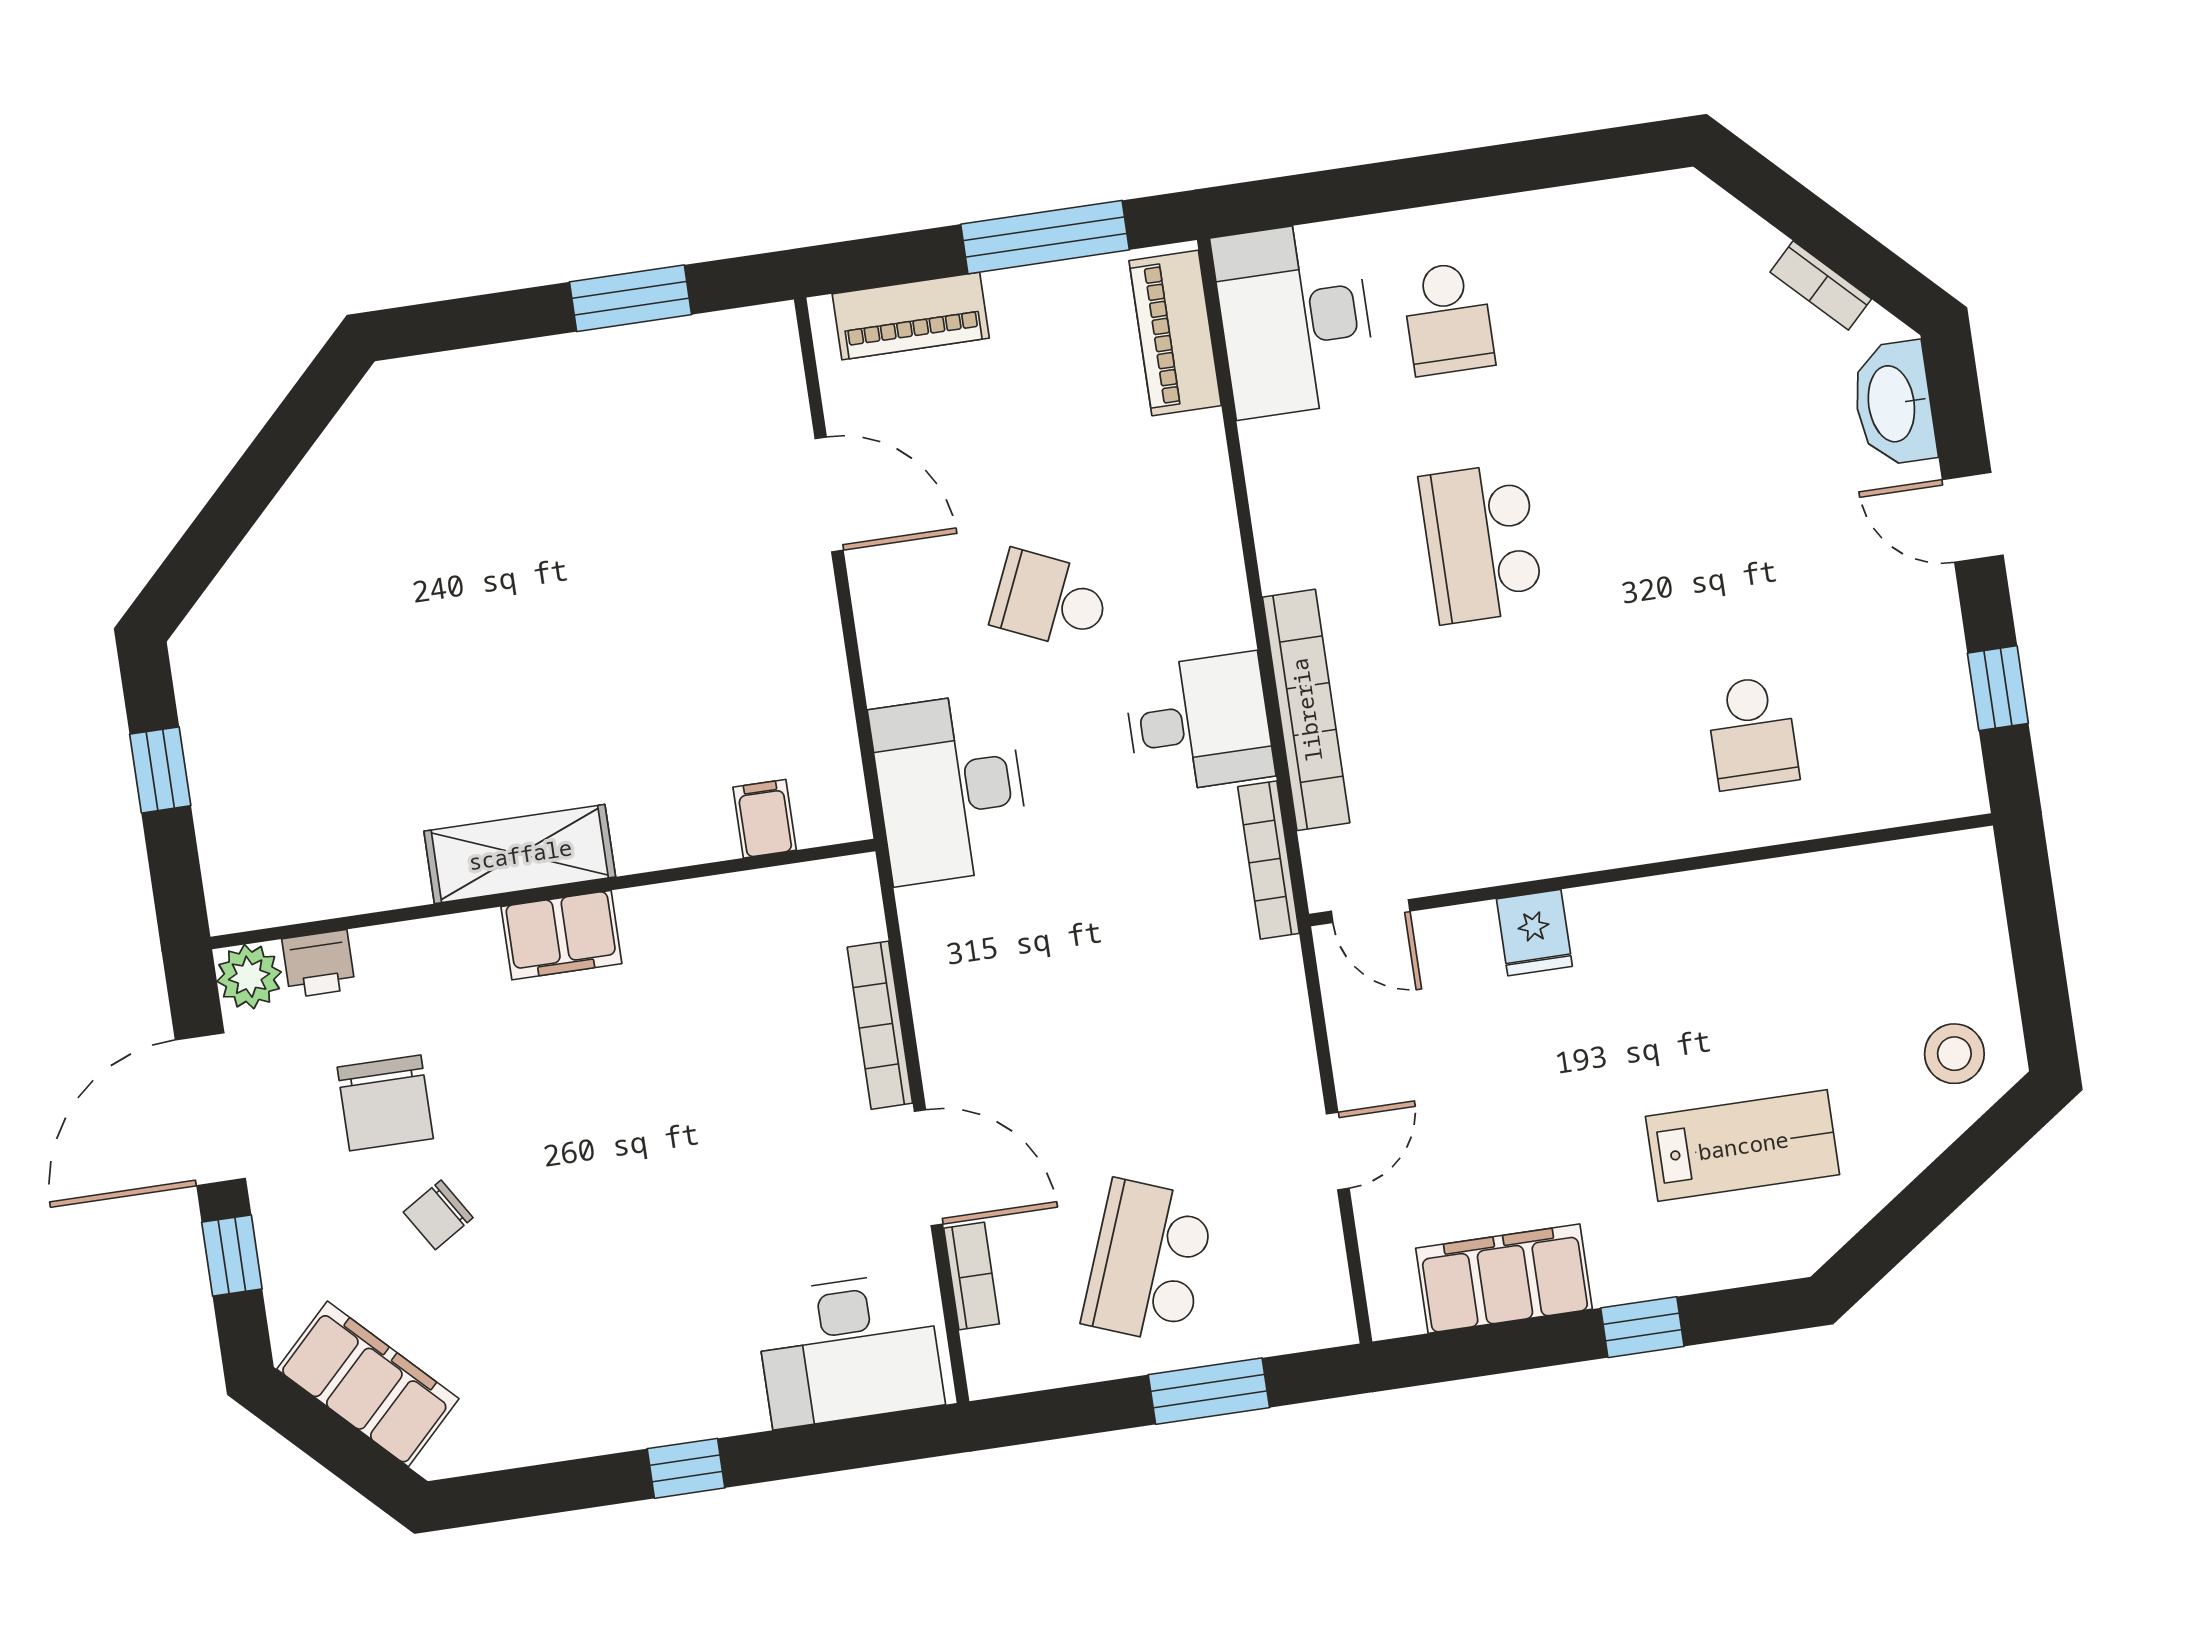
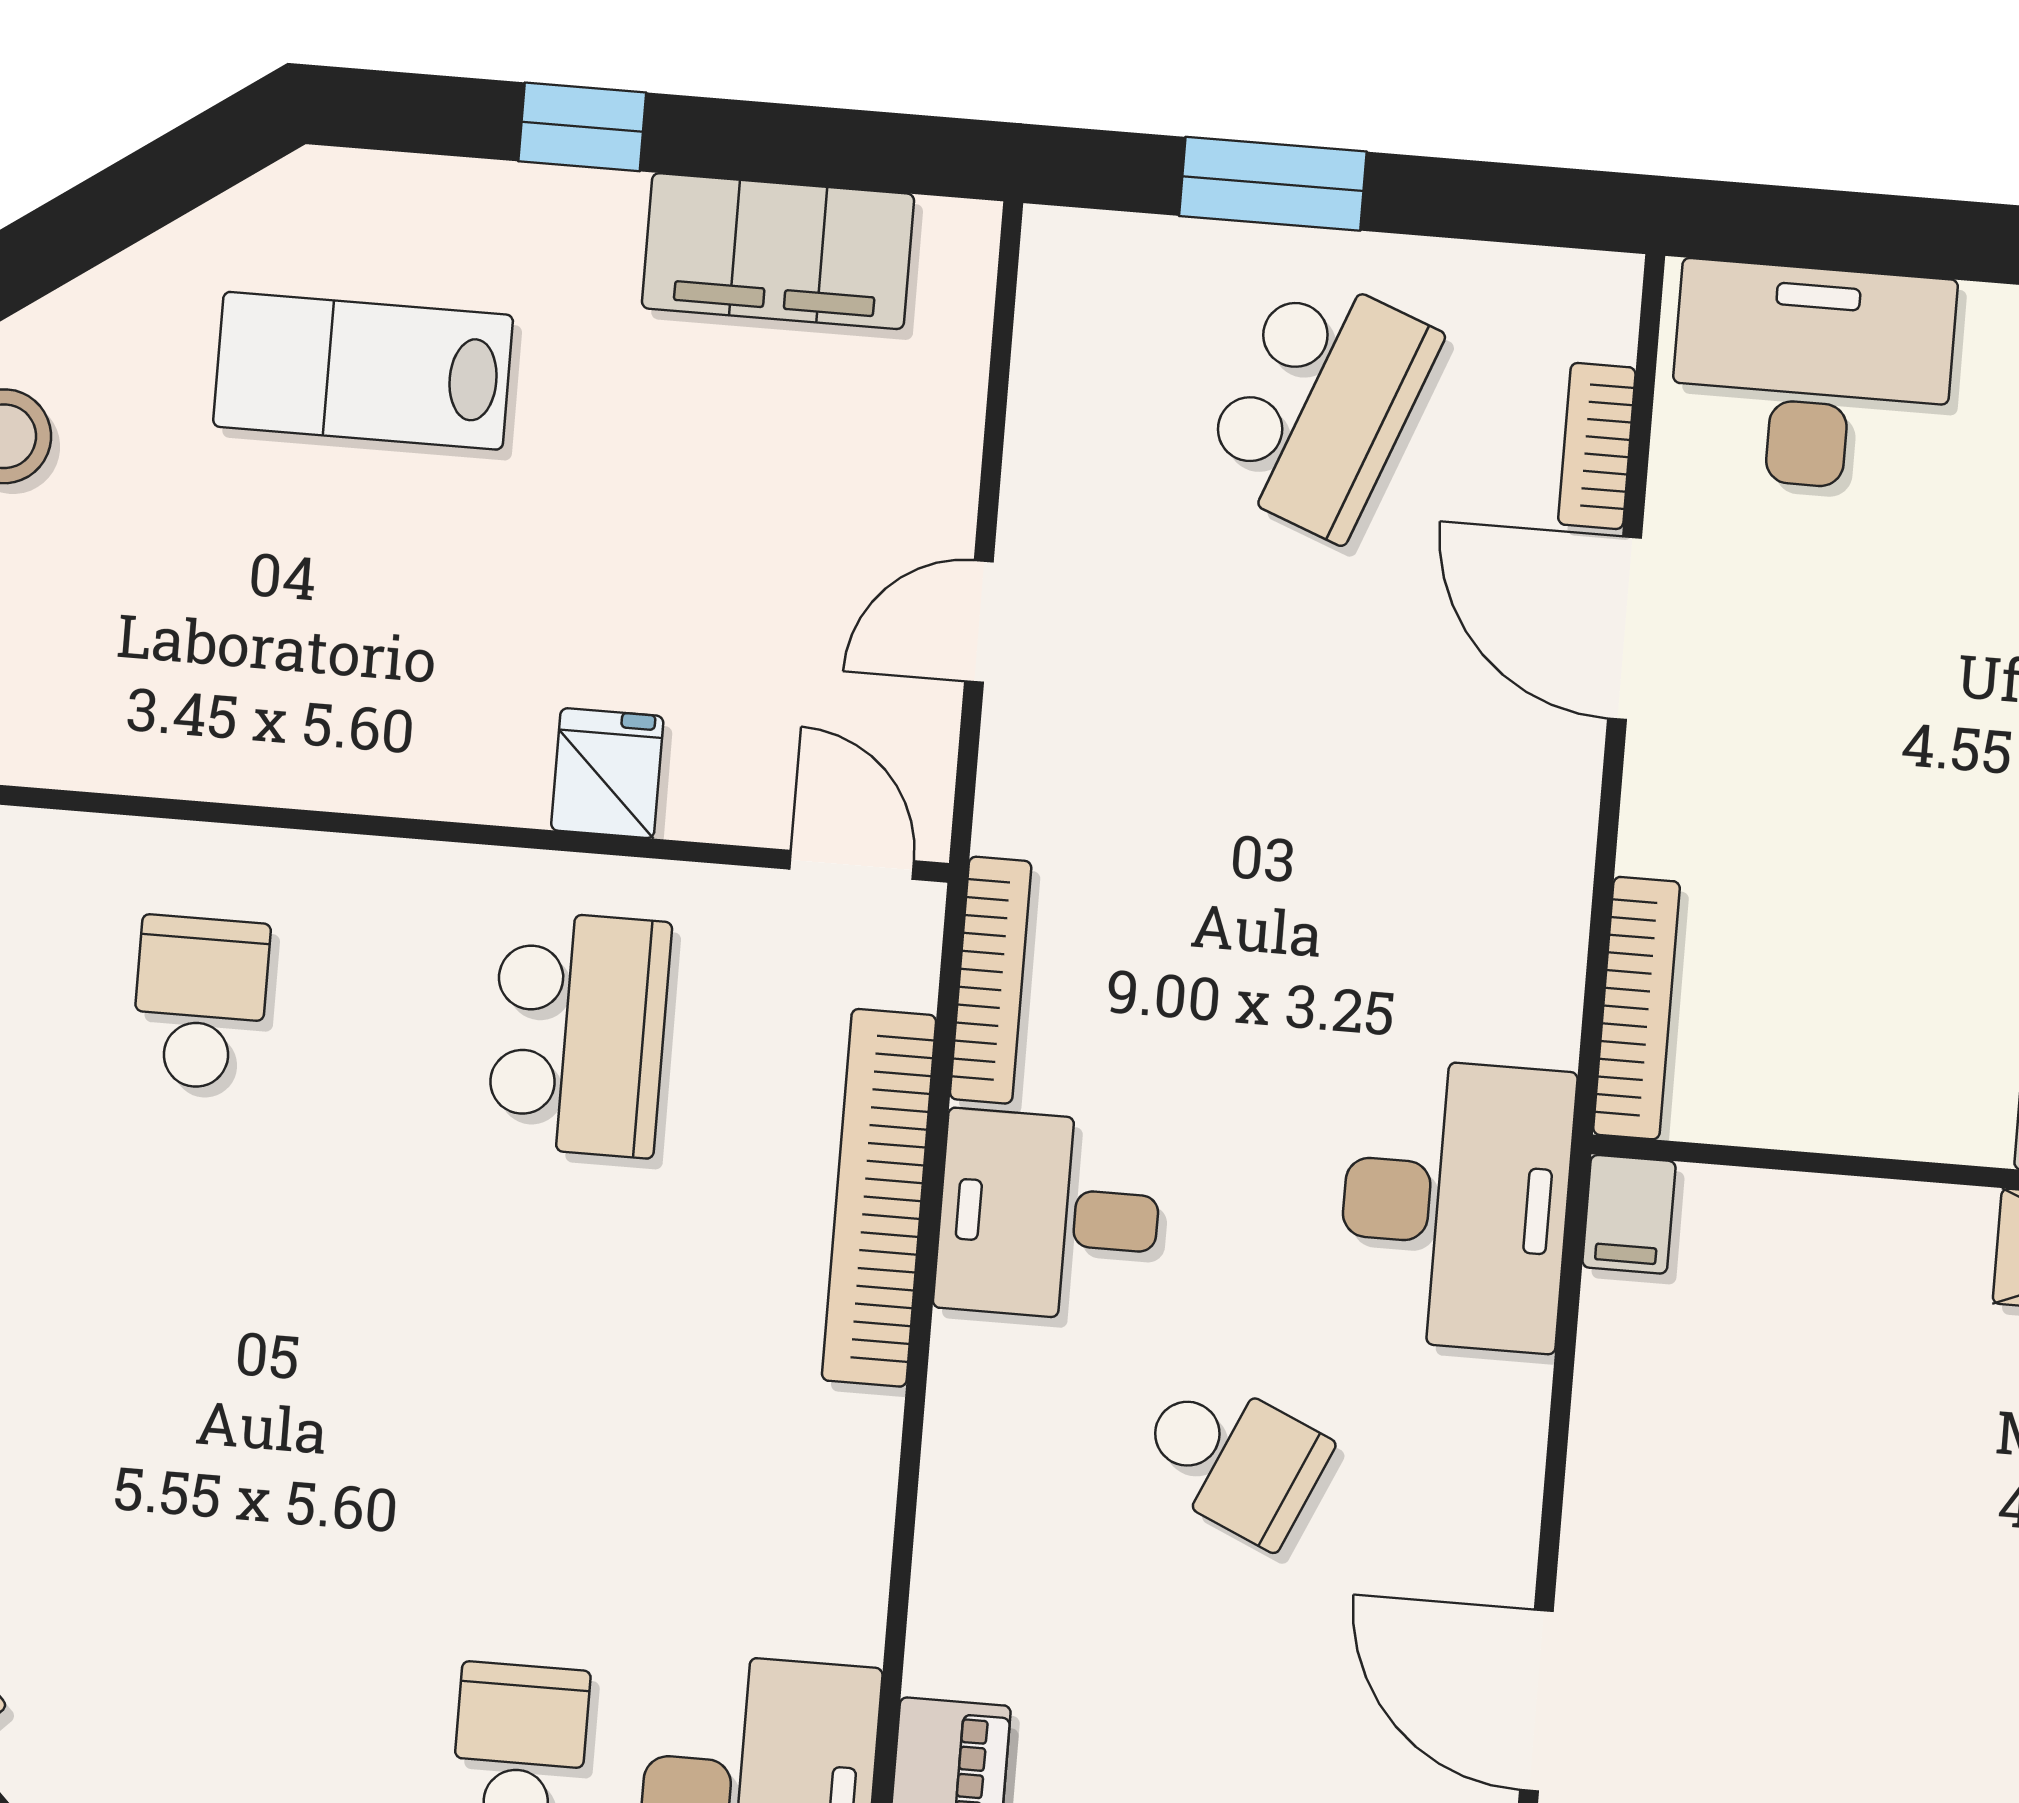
school desk: (1481, 543) -> (579, 1034), moved
filing cabinet: (765, 819) -> (1629, 1214), moved
bookcase: (880, 1025) -> (1637, 1008), moved
door: (1338, 1151) -> (979, 622), moved

